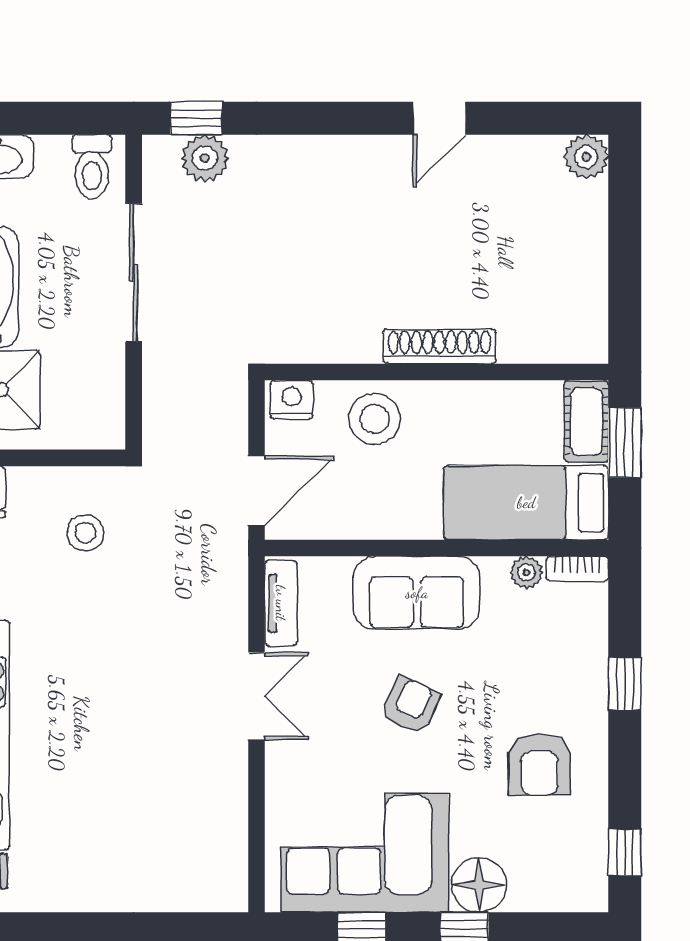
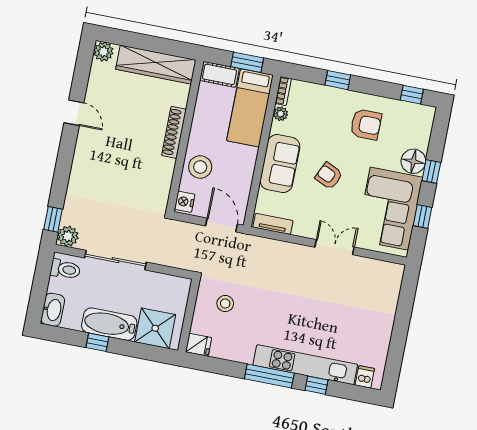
plant: (205, 158) -> (68, 236), moved
wardrobe: (581, 277) -> (156, 65), added
window: (625, 443) -> (247, 62), moved
double door: (256, 696) -> (334, 247), moved

